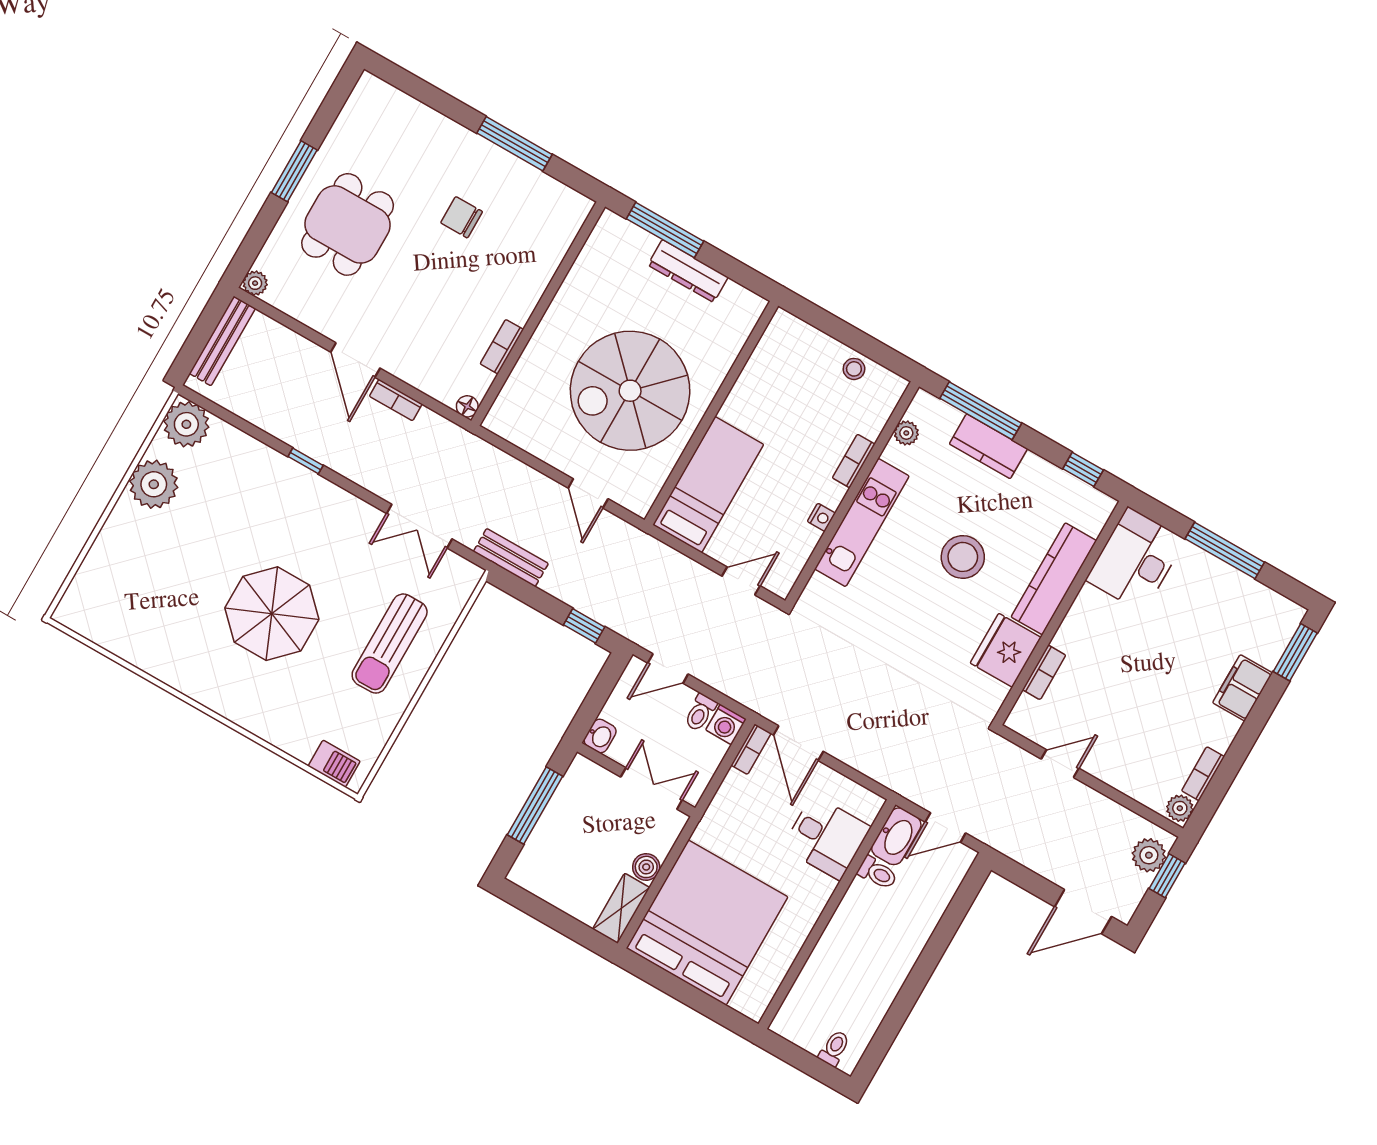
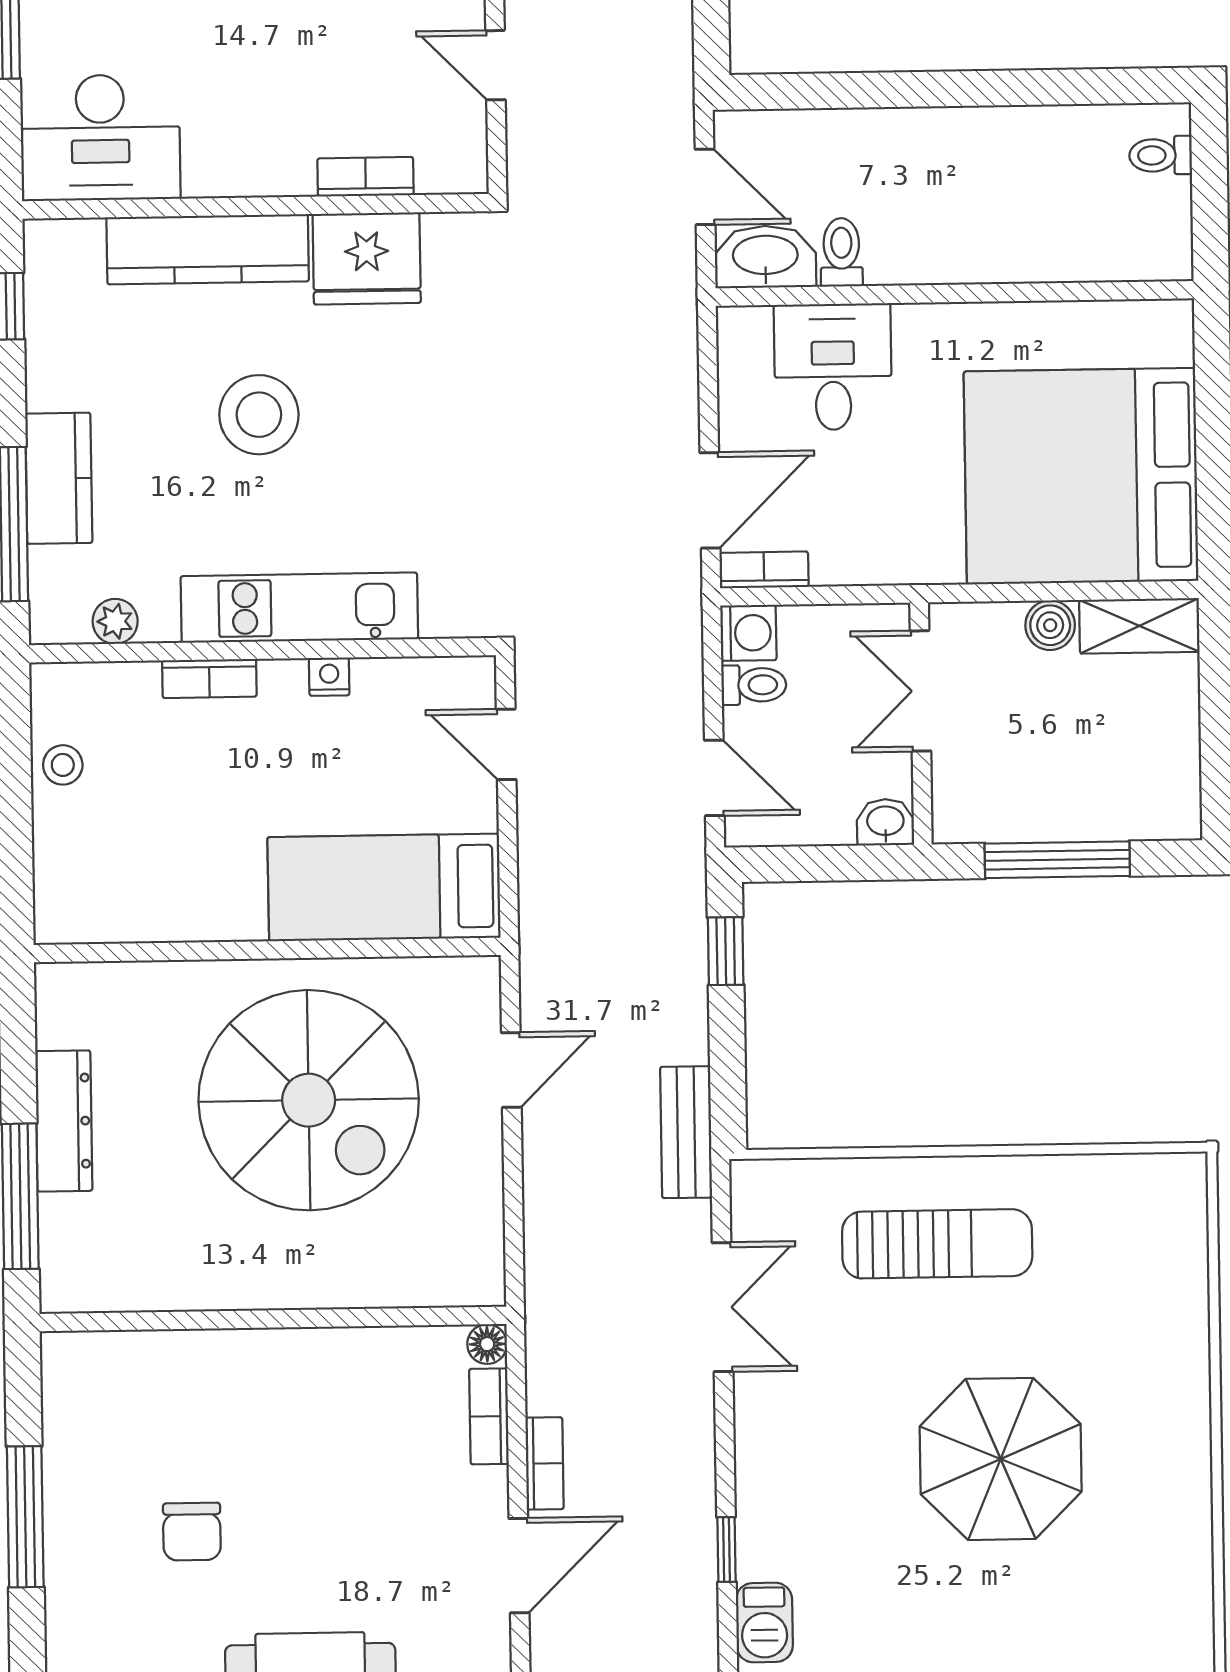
bookcase: (502, 347) -> (489, 1416), moved, turned 90
barbecue: (334, 764) -> (764, 1623), moved, turned 180

